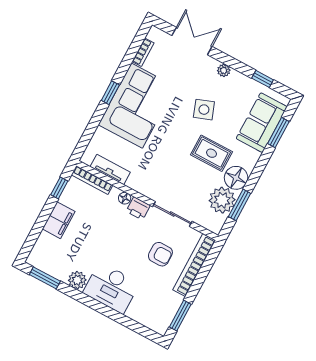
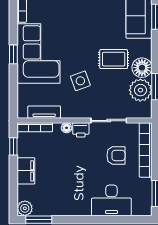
side table: (204, 110) -> (80, 81), moved
plant: (77, 280) -> (25, 208), moved
desk: (111, 288) -> (111, 200), moved

